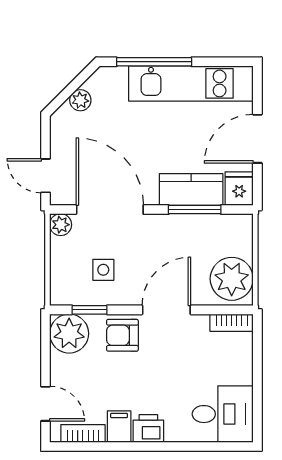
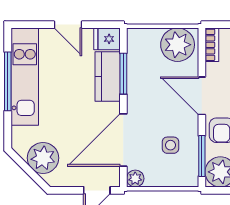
window: (154, 62) -> (8, 81), moved
plant: (80, 100) -> (43, 158), width x1.88, depth x1.88
door: (257, 139) -> (68, 25), width x0.73
window: (89, 310) -> (202, 156), width x1.50

